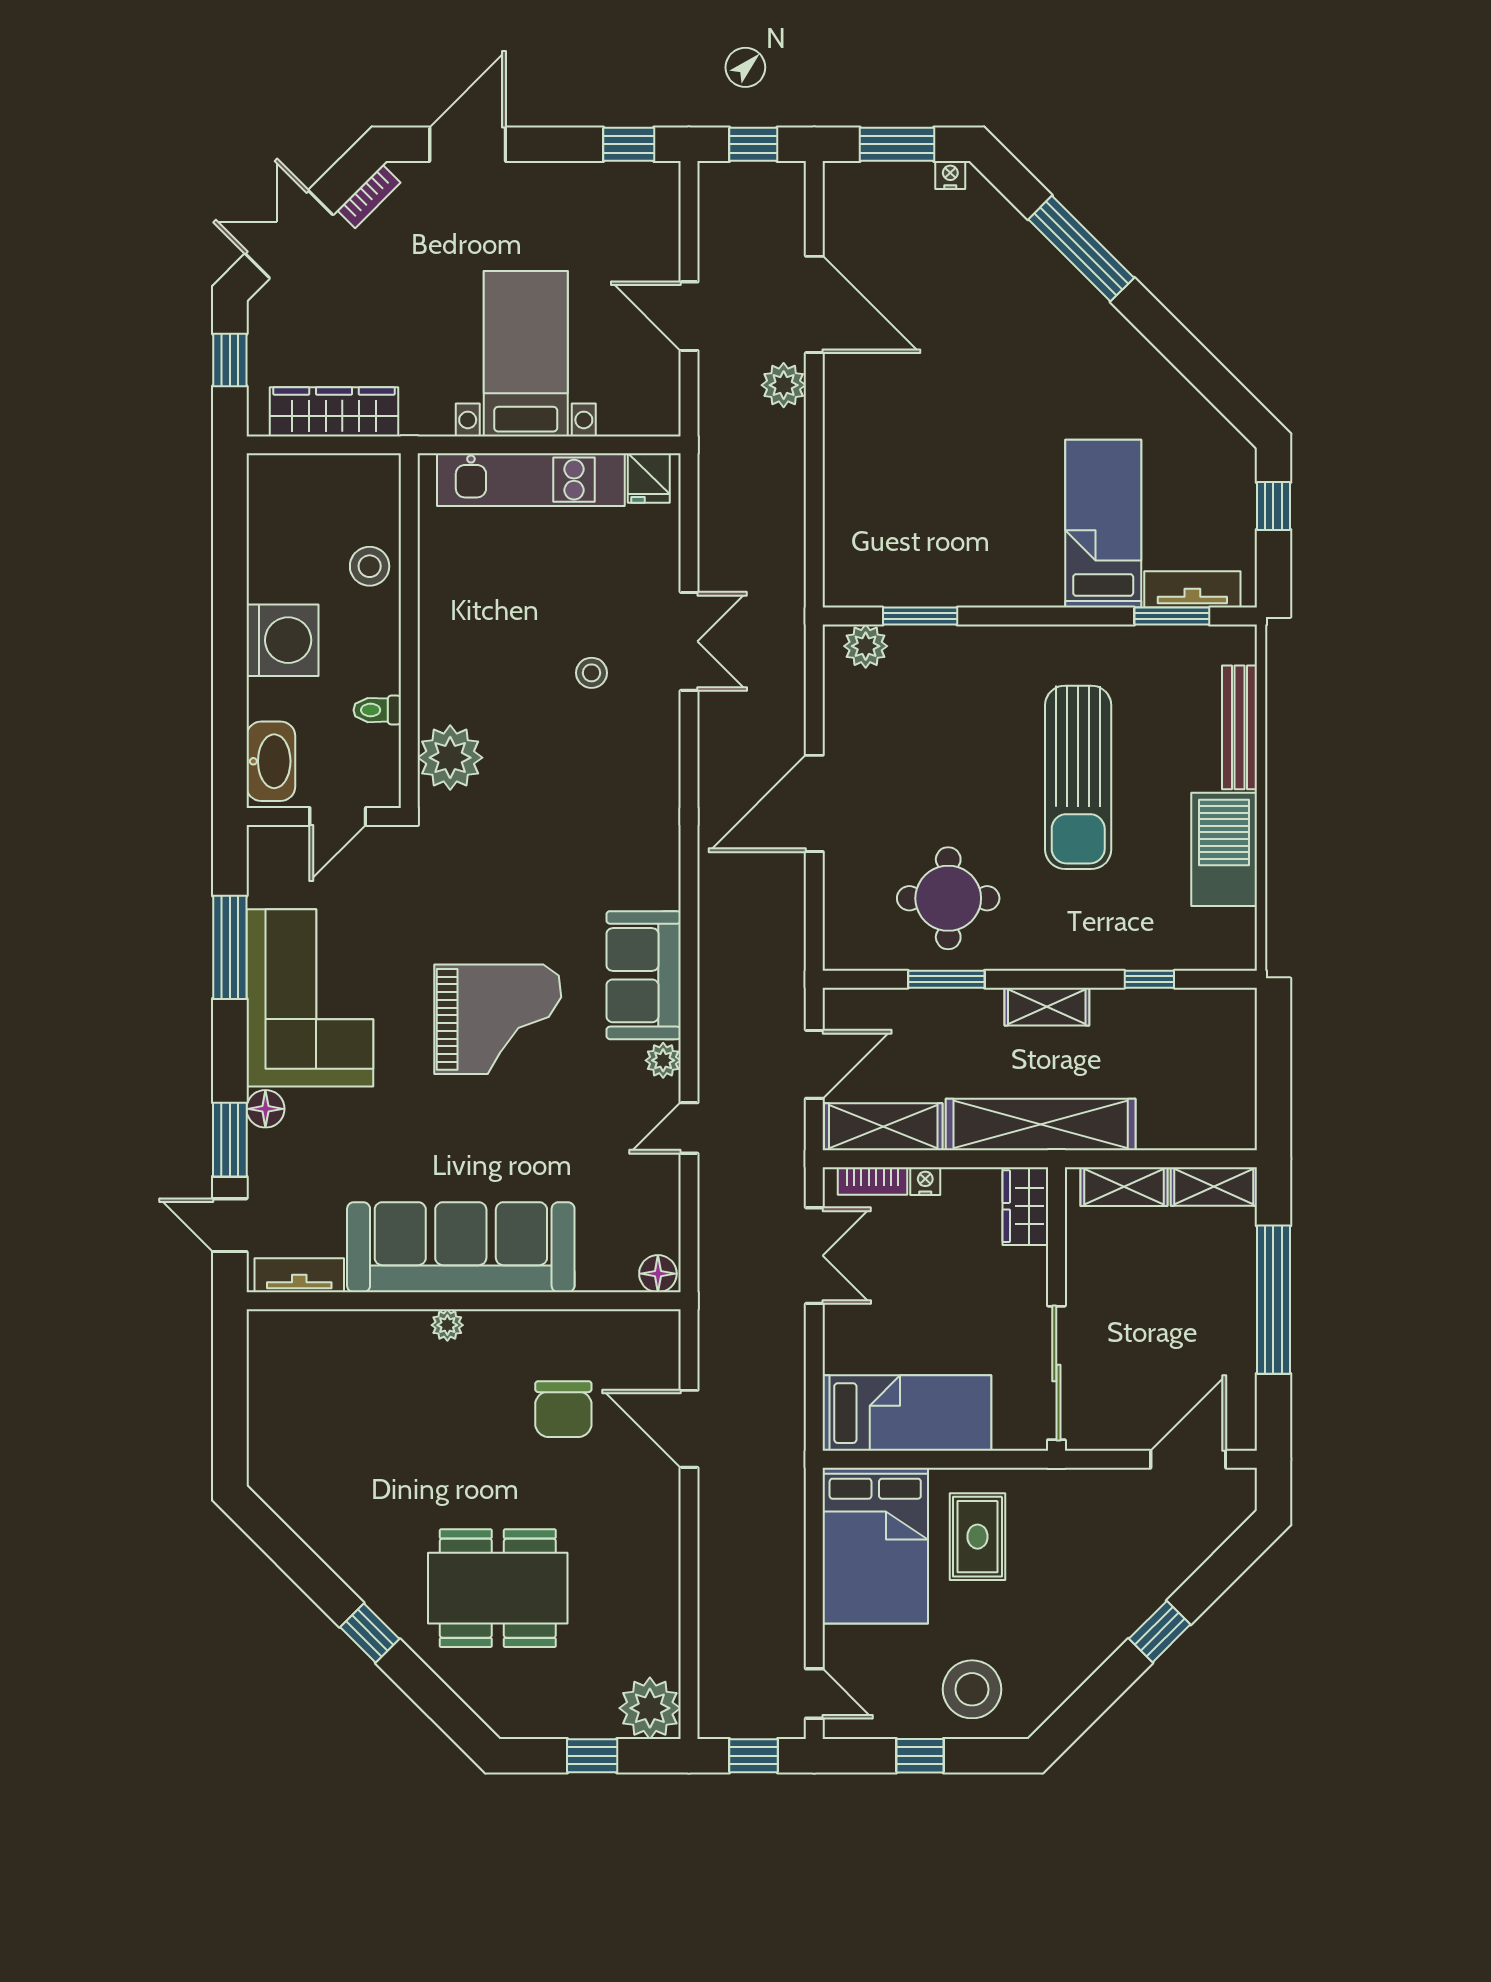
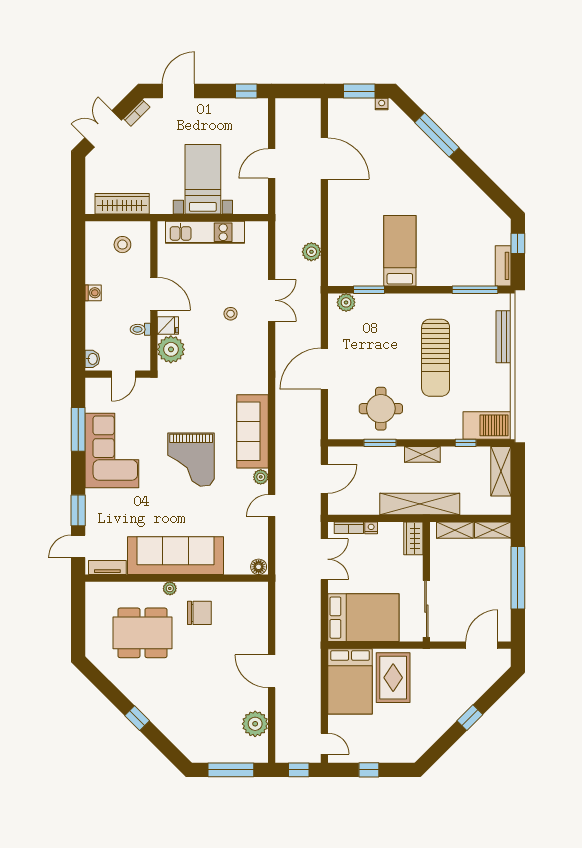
window: (753, 144) -> (299, 91), removed
door: (689, 316) -> (272, 163), hinge flipped
window: (230, 360) -> (78, 182), removed
plant: (784, 385) -> (311, 252), moved
fridge: (649, 478) -> (168, 325), moved, turned -90
bed: (1103, 524) -> (400, 251), moved
stool: (370, 566) -> (122, 245), moved
tv unit: (1192, 589) -> (503, 266), moved, turned -90
window: (1172, 616) -> (475, 290), width x1.44
door: (409, 626) -> (154, 294), added
washing machine: (282, 640) -> (93, 293), width x0.53, depth x0.53
washbasin: (271, 761) -> (92, 359), width x0.52, depth x0.69
barbecue: (1224, 849) -> (487, 425), moved, turned 90
sofa: (644, 975) -> (252, 431), width x1.36
grand piano: (498, 1019) -> (191, 460), turned 90
floor lamp: (265, 1109) -> (93, 497), removed
shelving: (883, 1127) -> (501, 471), moved, turned 90
door: (230, 1225) -> (78, 546), hinge flipped
chair: (563, 1409) -> (199, 613), moved, turned -90
bed: (907, 1413) -> (363, 618), width x1.50
door: (689, 1429) -> (272, 671), moved
rug: (977, 1537) -> (393, 678), width x1.36, depth x1.43
dining table: (498, 1588) -> (142, 633), moved
stool: (972, 1689) -> (391, 742), removed
plant: (650, 1708) -> (255, 724), moved
window: (592, 1756) -> (231, 770), width x2.17

